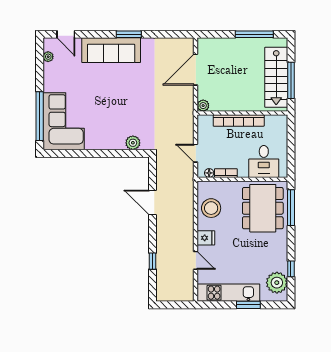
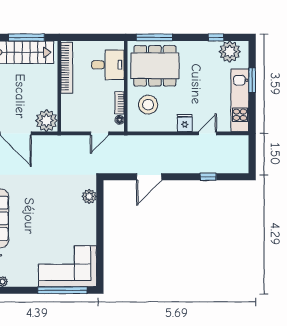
plant: (203, 106) -> (47, 121), width x1.88, depth x1.88
bookcase: (239, 120) -> (67, 68), moved
stool: (211, 208) -> (148, 105), moved

